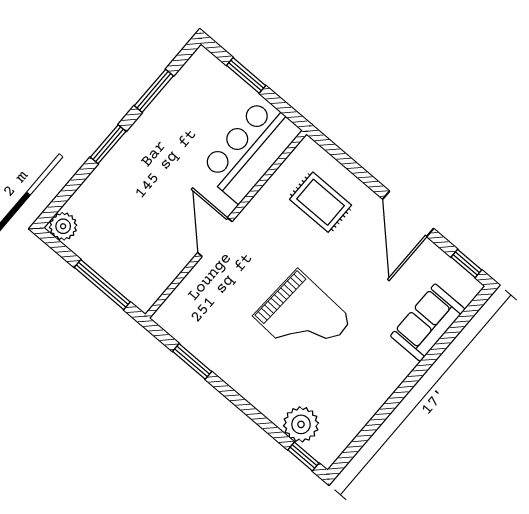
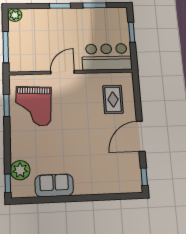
grand piano: (303, 318) -> (33, 106), moved
sofa: (428, 323) -> (54, 185), moved

